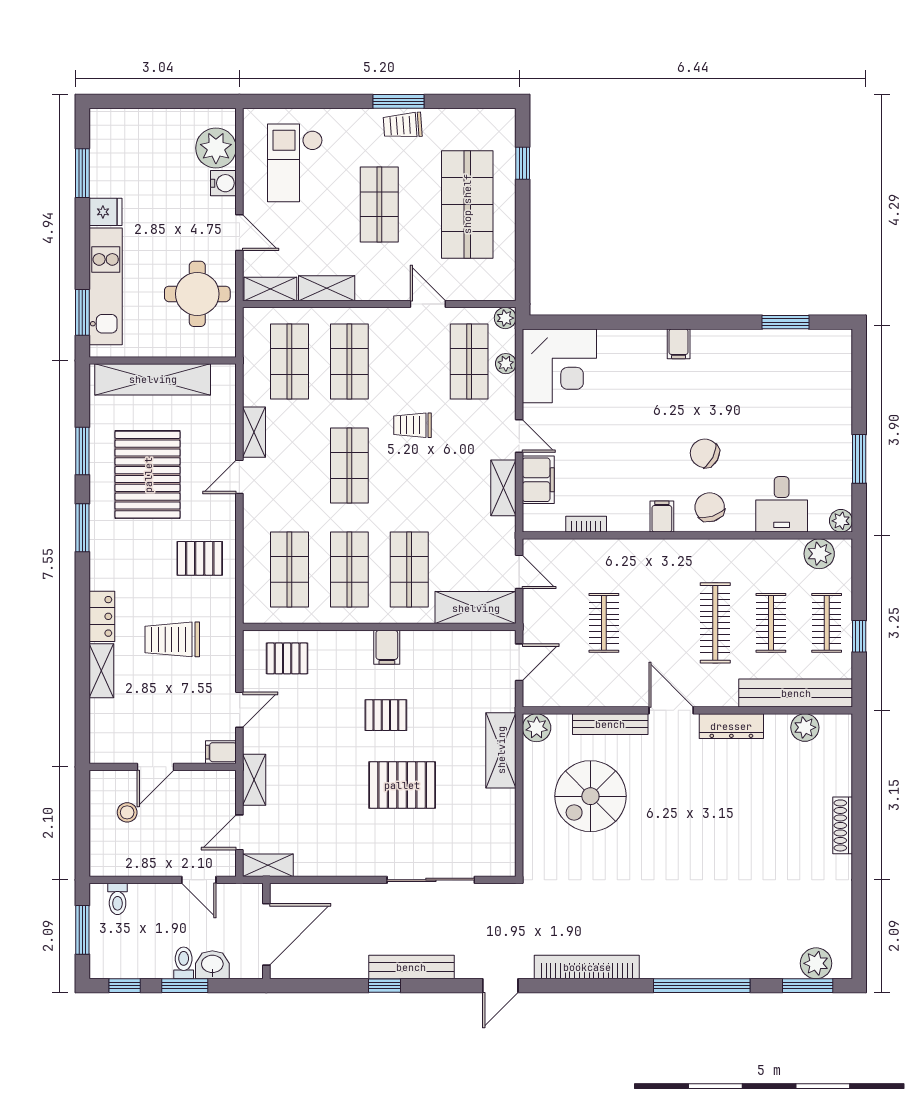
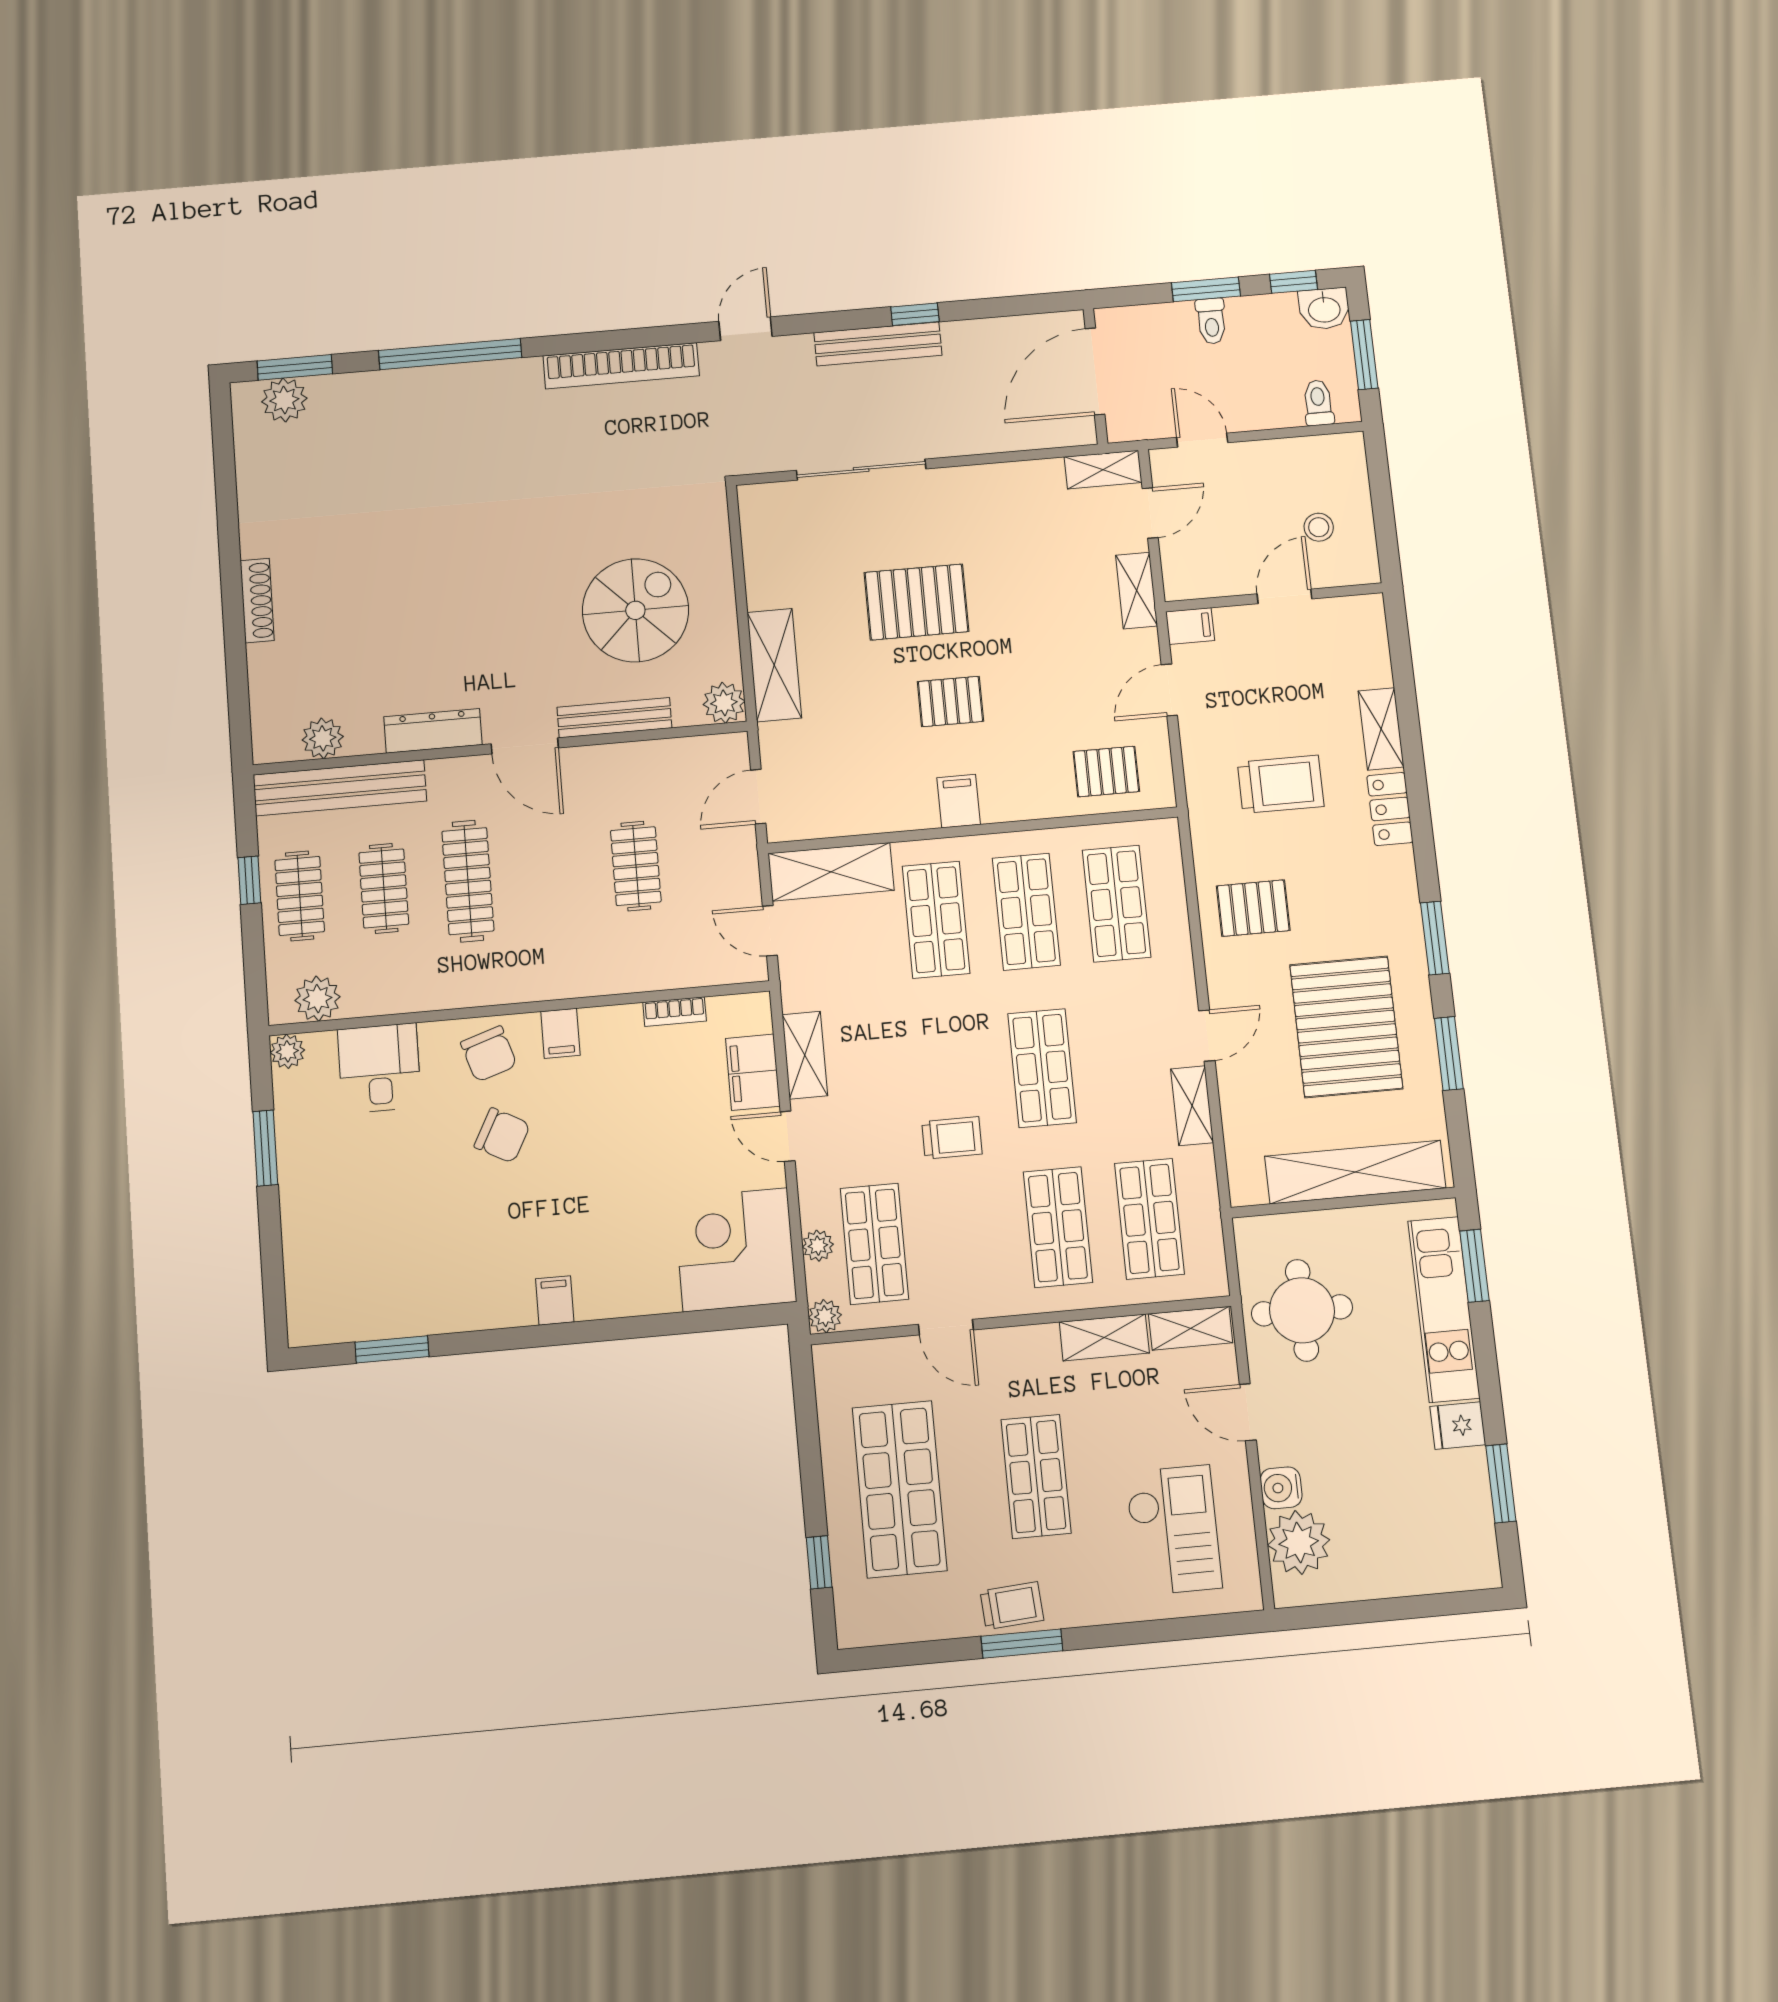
washbasin: (212, 965) -> (1324, 309), moved

